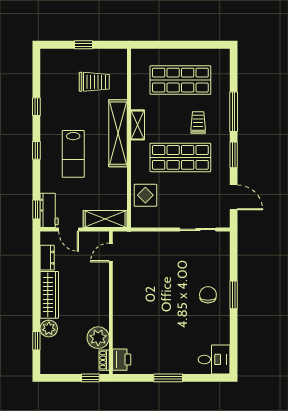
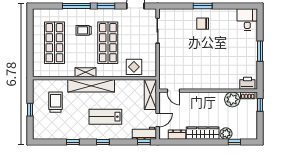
lab bench: (73, 154) -> (105, 117), turned 180

